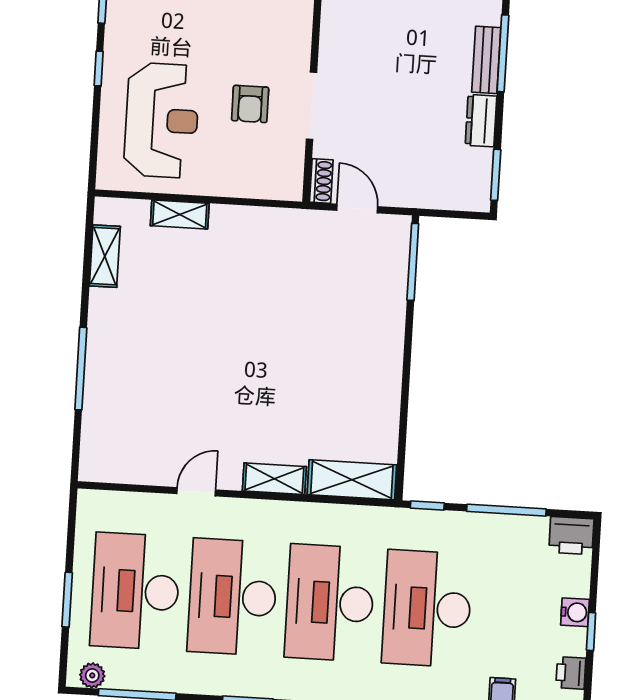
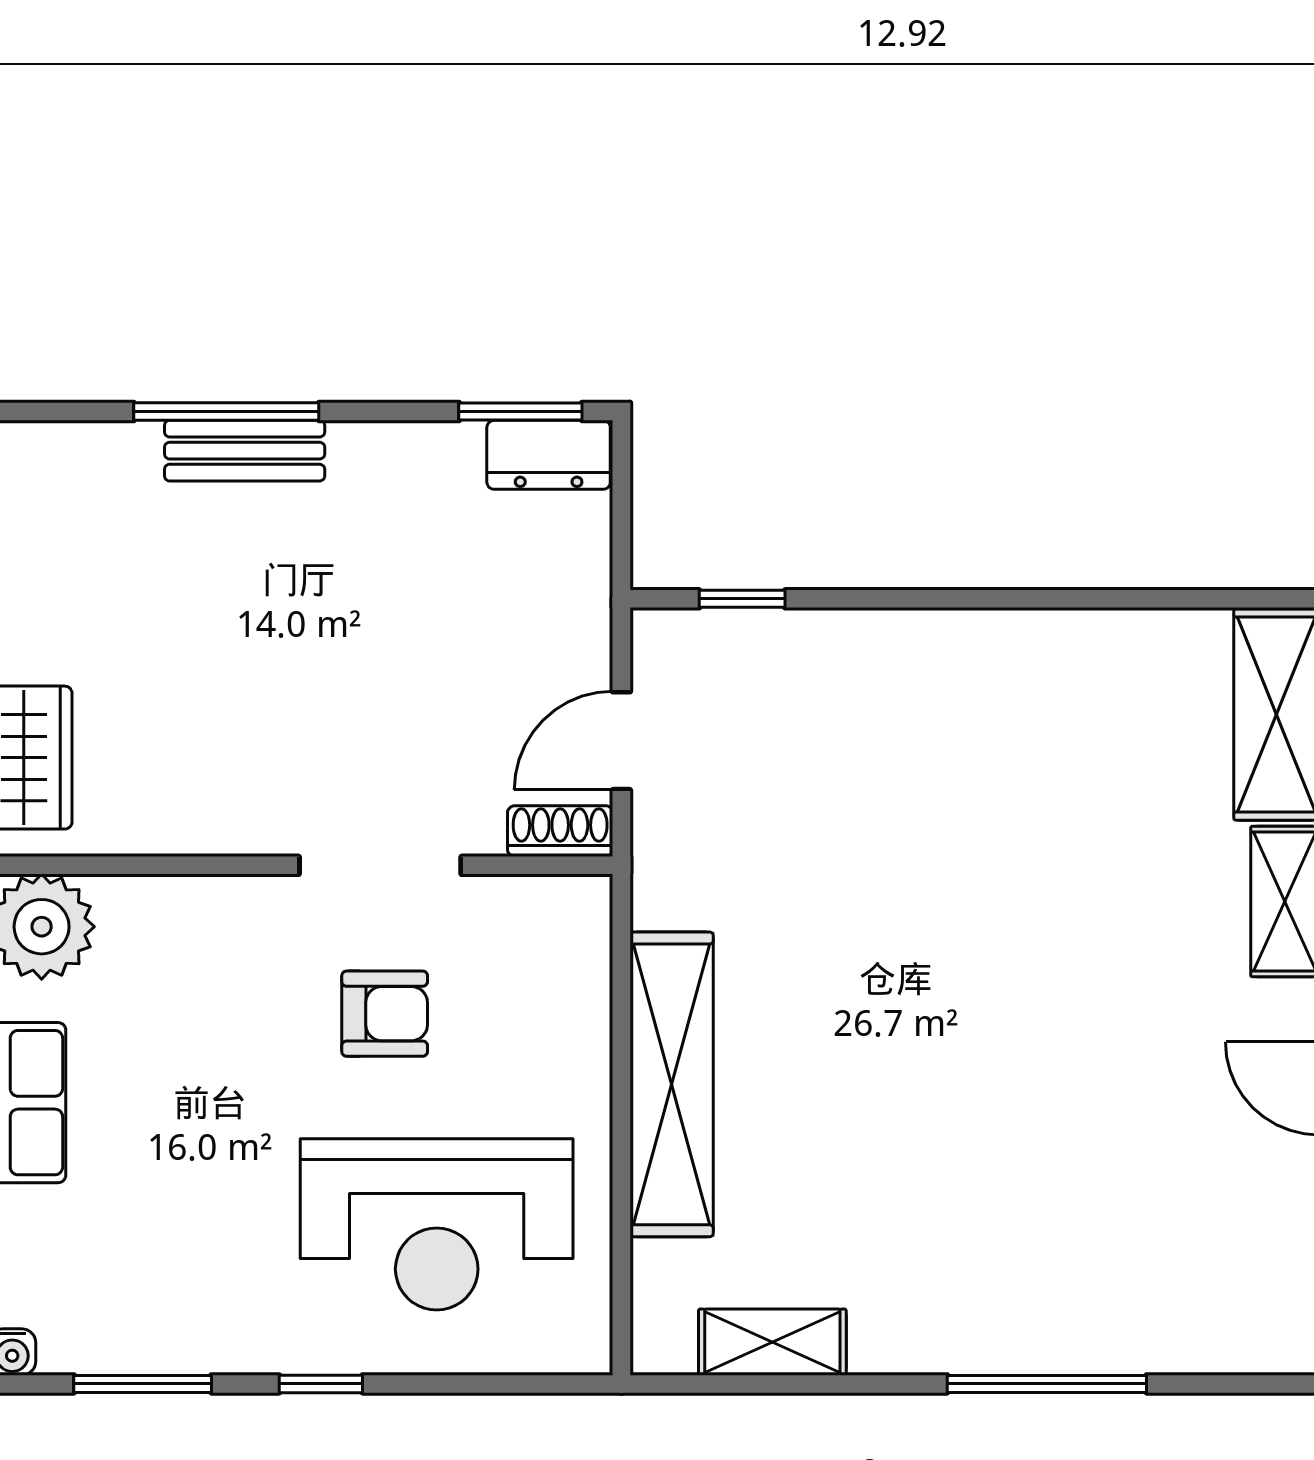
reception desk: (162, 120) -> (437, 1224), turned 180
dresser: (481, 121) -> (549, 455), moved
shelving: (180, 214) -> (672, 1084), width x2.20, depth x1.33
window: (413, 262) -> (742, 599), width x0.46

